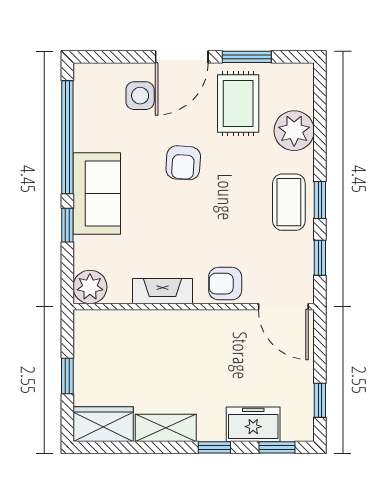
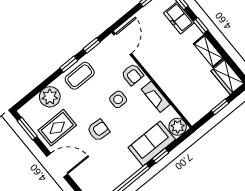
window: (247, 57) -> (27, 129), moved
side table: (140, 96) -> (118, 99), moved
sofa: (97, 194) -> (152, 144), moved

